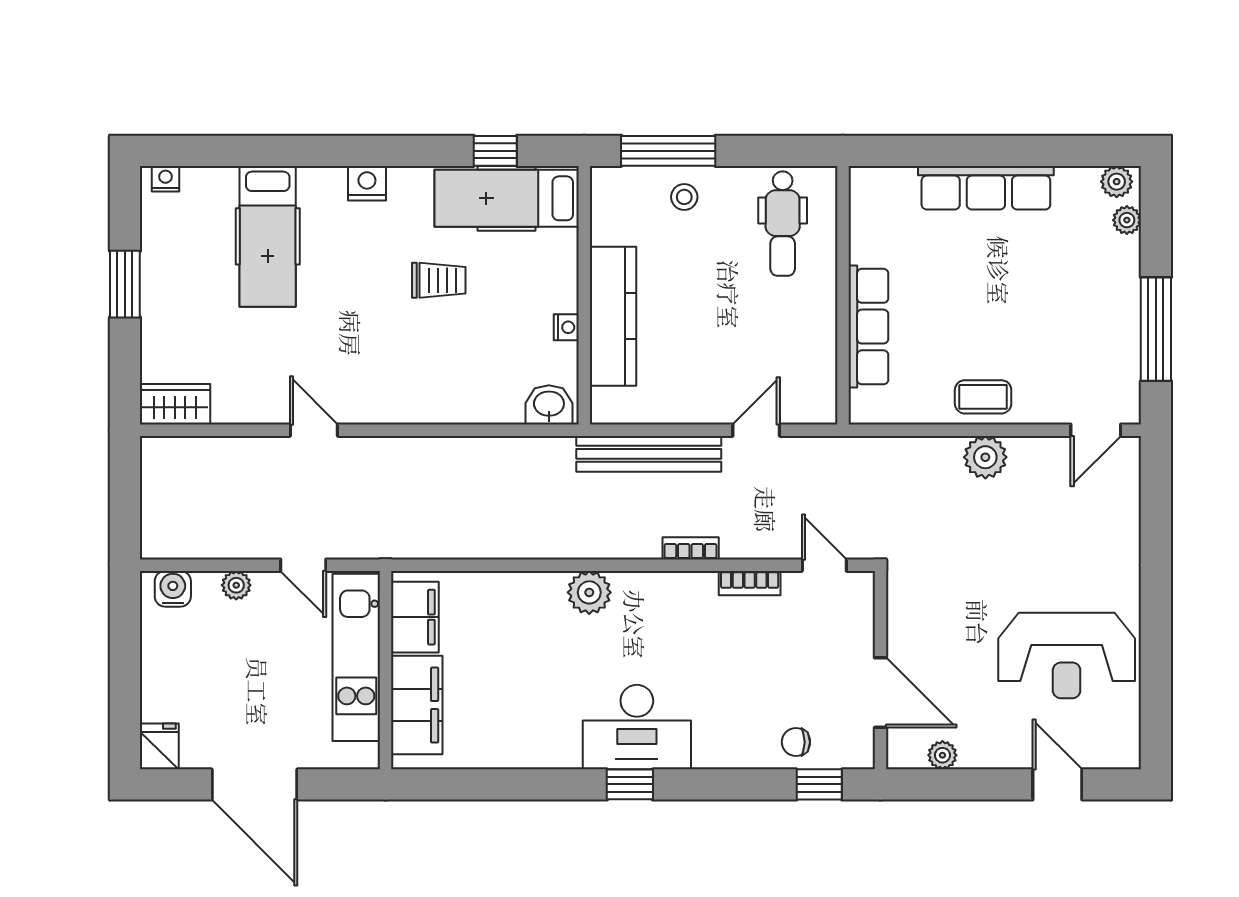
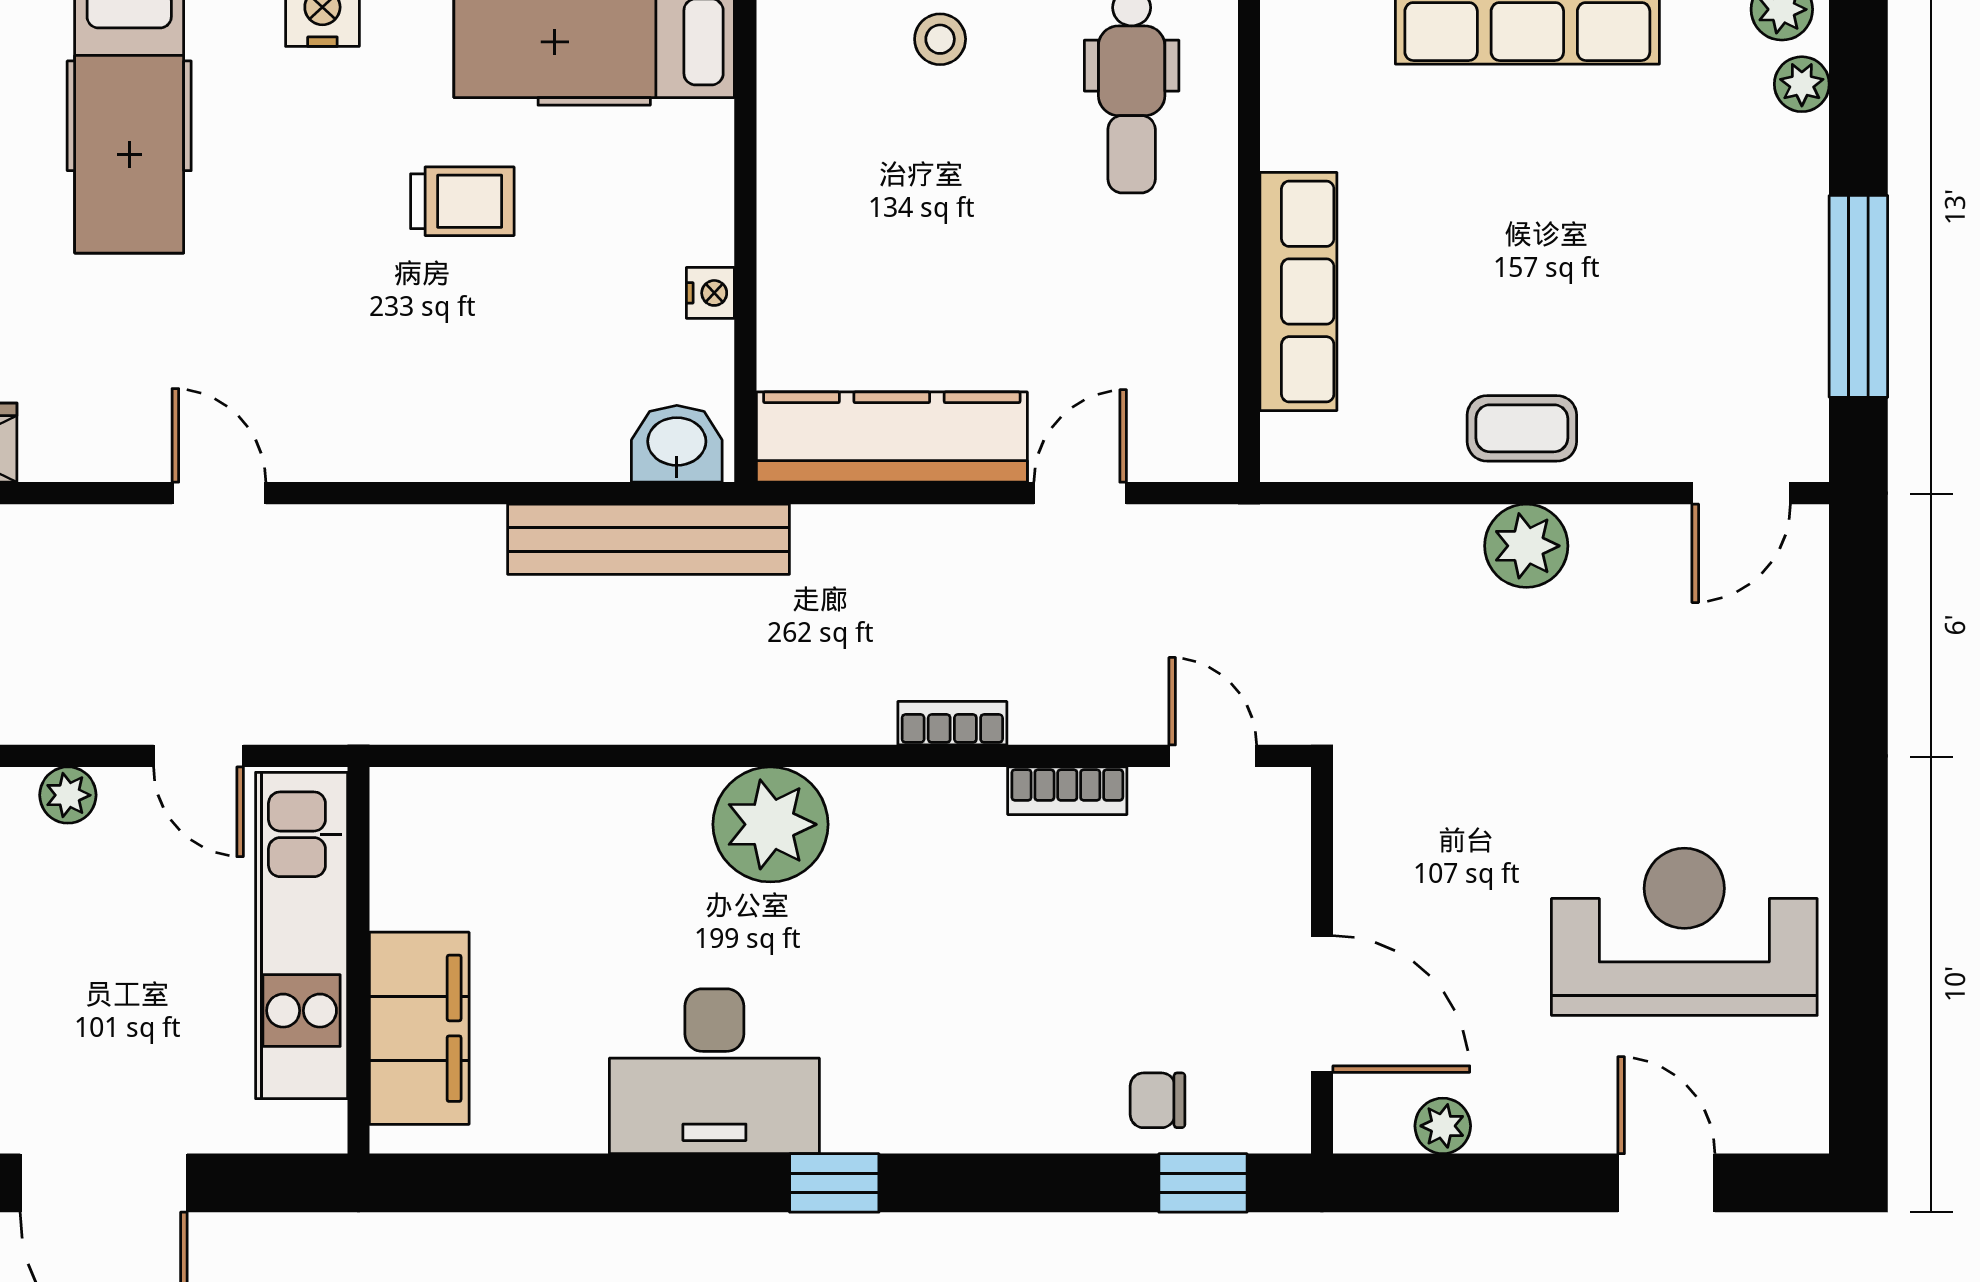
kitchen counter: (613, 316) -> (892, 437), moved, turned -90
bench: (649, 454) -> (648, 539), moved
plant: (589, 592) -> (770, 824), width x1.36, depth x1.36
filing cabinet: (415, 617) -> (416, 857), removed
reception desk: (1067, 655) -> (1684, 932), turned 180
desk: (637, 727) -> (714, 1071), moved

